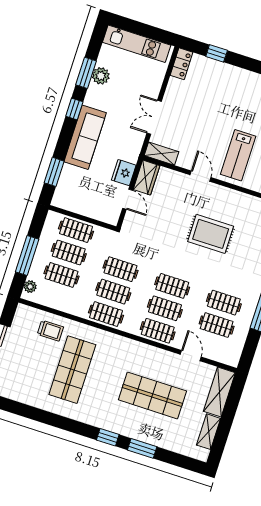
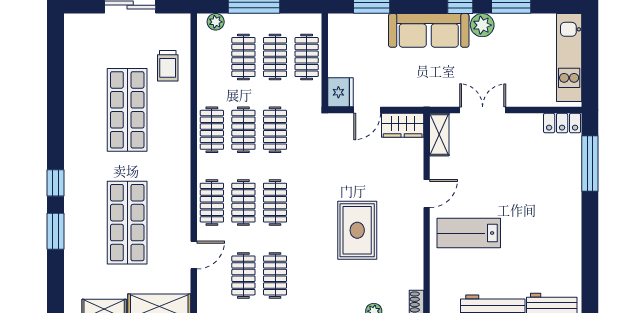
window: (217, 53) -> (590, 163), width x2.17
plant: (101, 76) -> (482, 25), moved
fridge: (124, 173) -> (340, 92), moved, turned 90
shop shelf: (72, 370) -> (127, 110), turned 90

